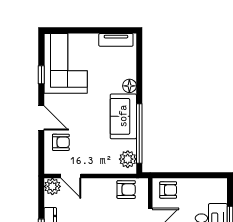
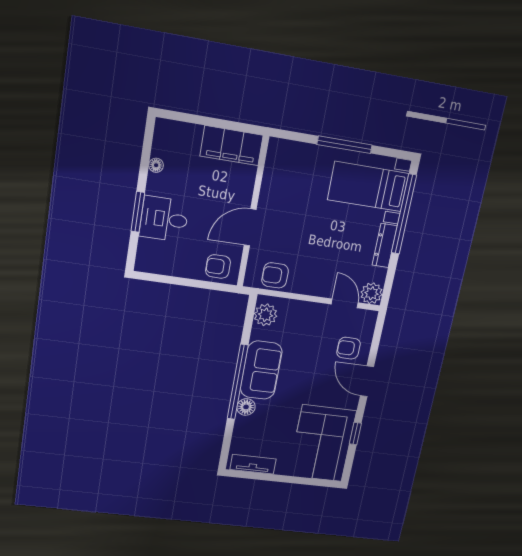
window: (139, 133) -> (238, 382), moved

